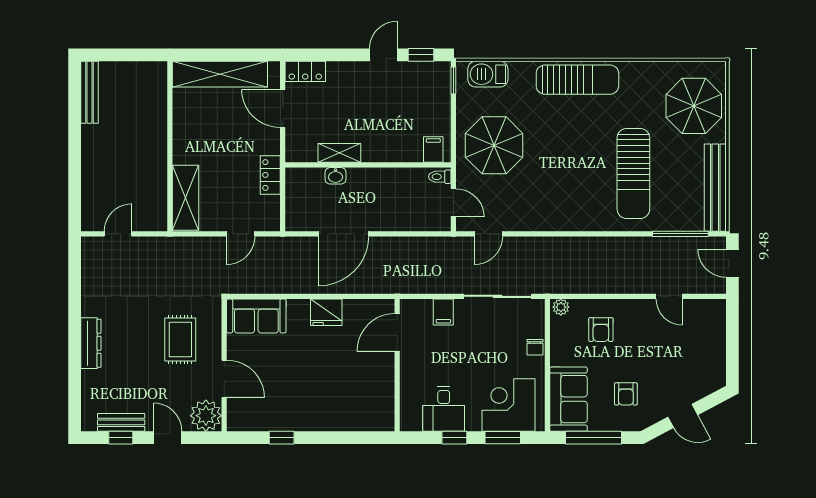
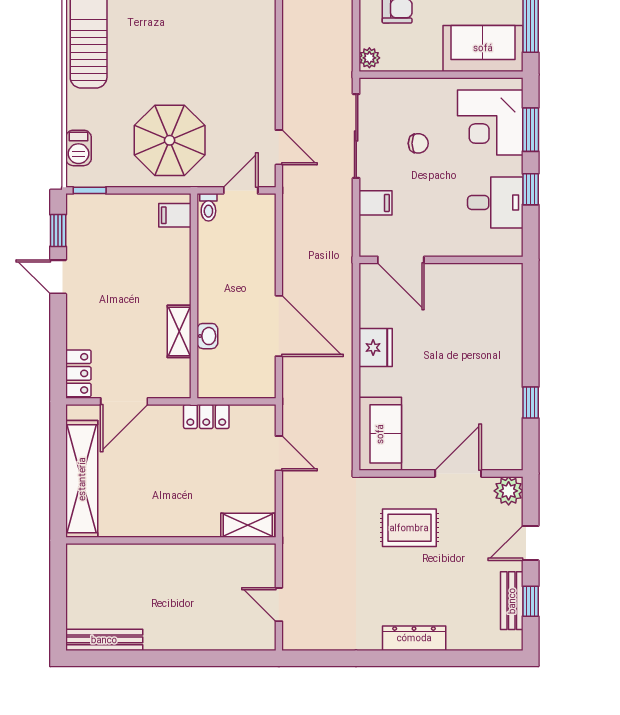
barbecue: (488, 74) -> (78, 148), width x0.73, depth x0.79
shelving: (186, 198) -> (248, 525), width x0.67, depth x0.75
chair: (535, 347) -> (418, 143), moved
plant: (206, 416) -> (509, 491), width x0.73, depth x0.73

